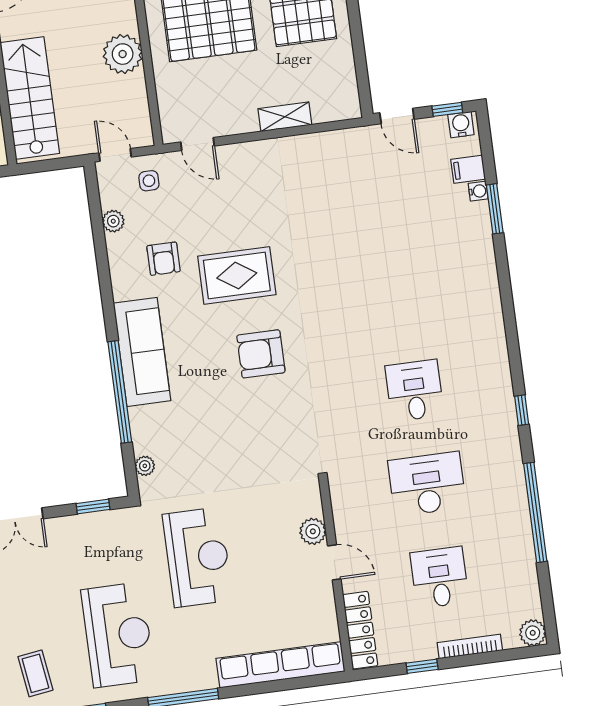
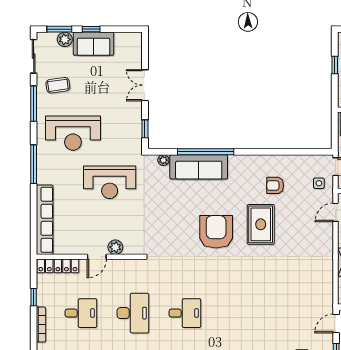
plant: (113, 221) -> (299, 161), removed
sofa: (142, 352) -> (199, 167), moved
armchair: (261, 354) -> (216, 232), width x1.36, depth x1.36

